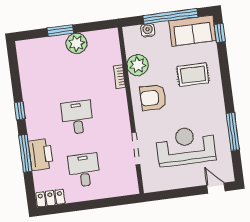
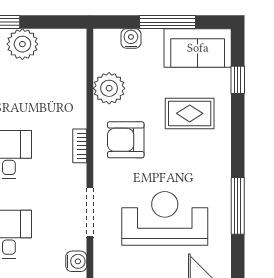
window: (170, 16) -> (167, 22), width x0.68
window: (220, 33) -> (238, 80), moved
bookcase: (119, 77) -> (80, 146), moved
water cooler: (131, 182) -> (76, 261), added

